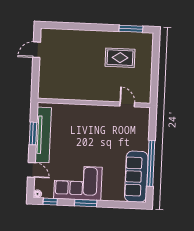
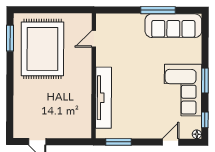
rug: (120, 58) -> (42, 49), width x1.86, depth x2.06
window: (33, 133) -> (118, 142), moved
tv unit: (43, 135) -> (104, 98), moved, turned 90
window: (151, 163) -> (158, 10), width x0.68

